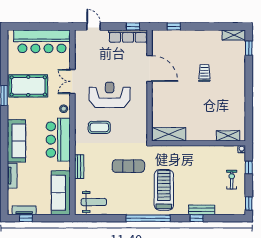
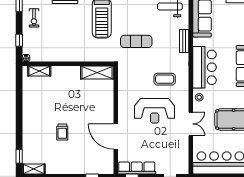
exercise bike: (232, 180) -> (34, 18), moved

